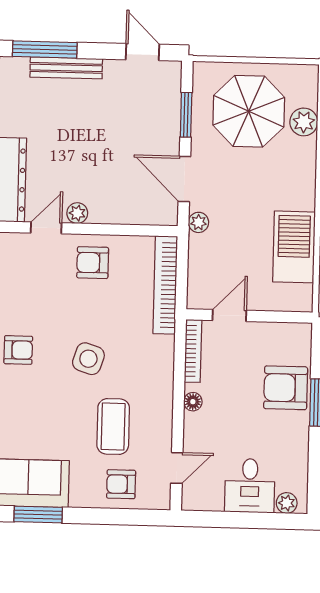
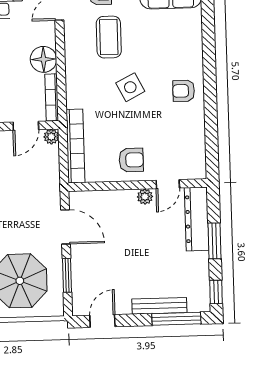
door: (143, 52) -> (102, 321), swing flipped
plant: (198, 222) -> (51, 137), moved
side table: (88, 359) -> (130, 87), turned 45
floor lamp: (193, 402) -> (44, 59), width x1.89, depth x1.89

